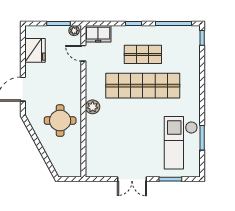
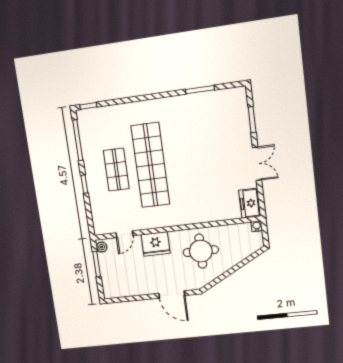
freezer: (98, 34) -> (250, 203), moved, turned 180
fridge: (35, 50) -> (156, 244), moved, turned 180
plant: (93, 107) -> (181, 218), removed
checkout: (181, 143) -> (209, 114), removed
water cooler: (77, 173) -> (257, 226), added

